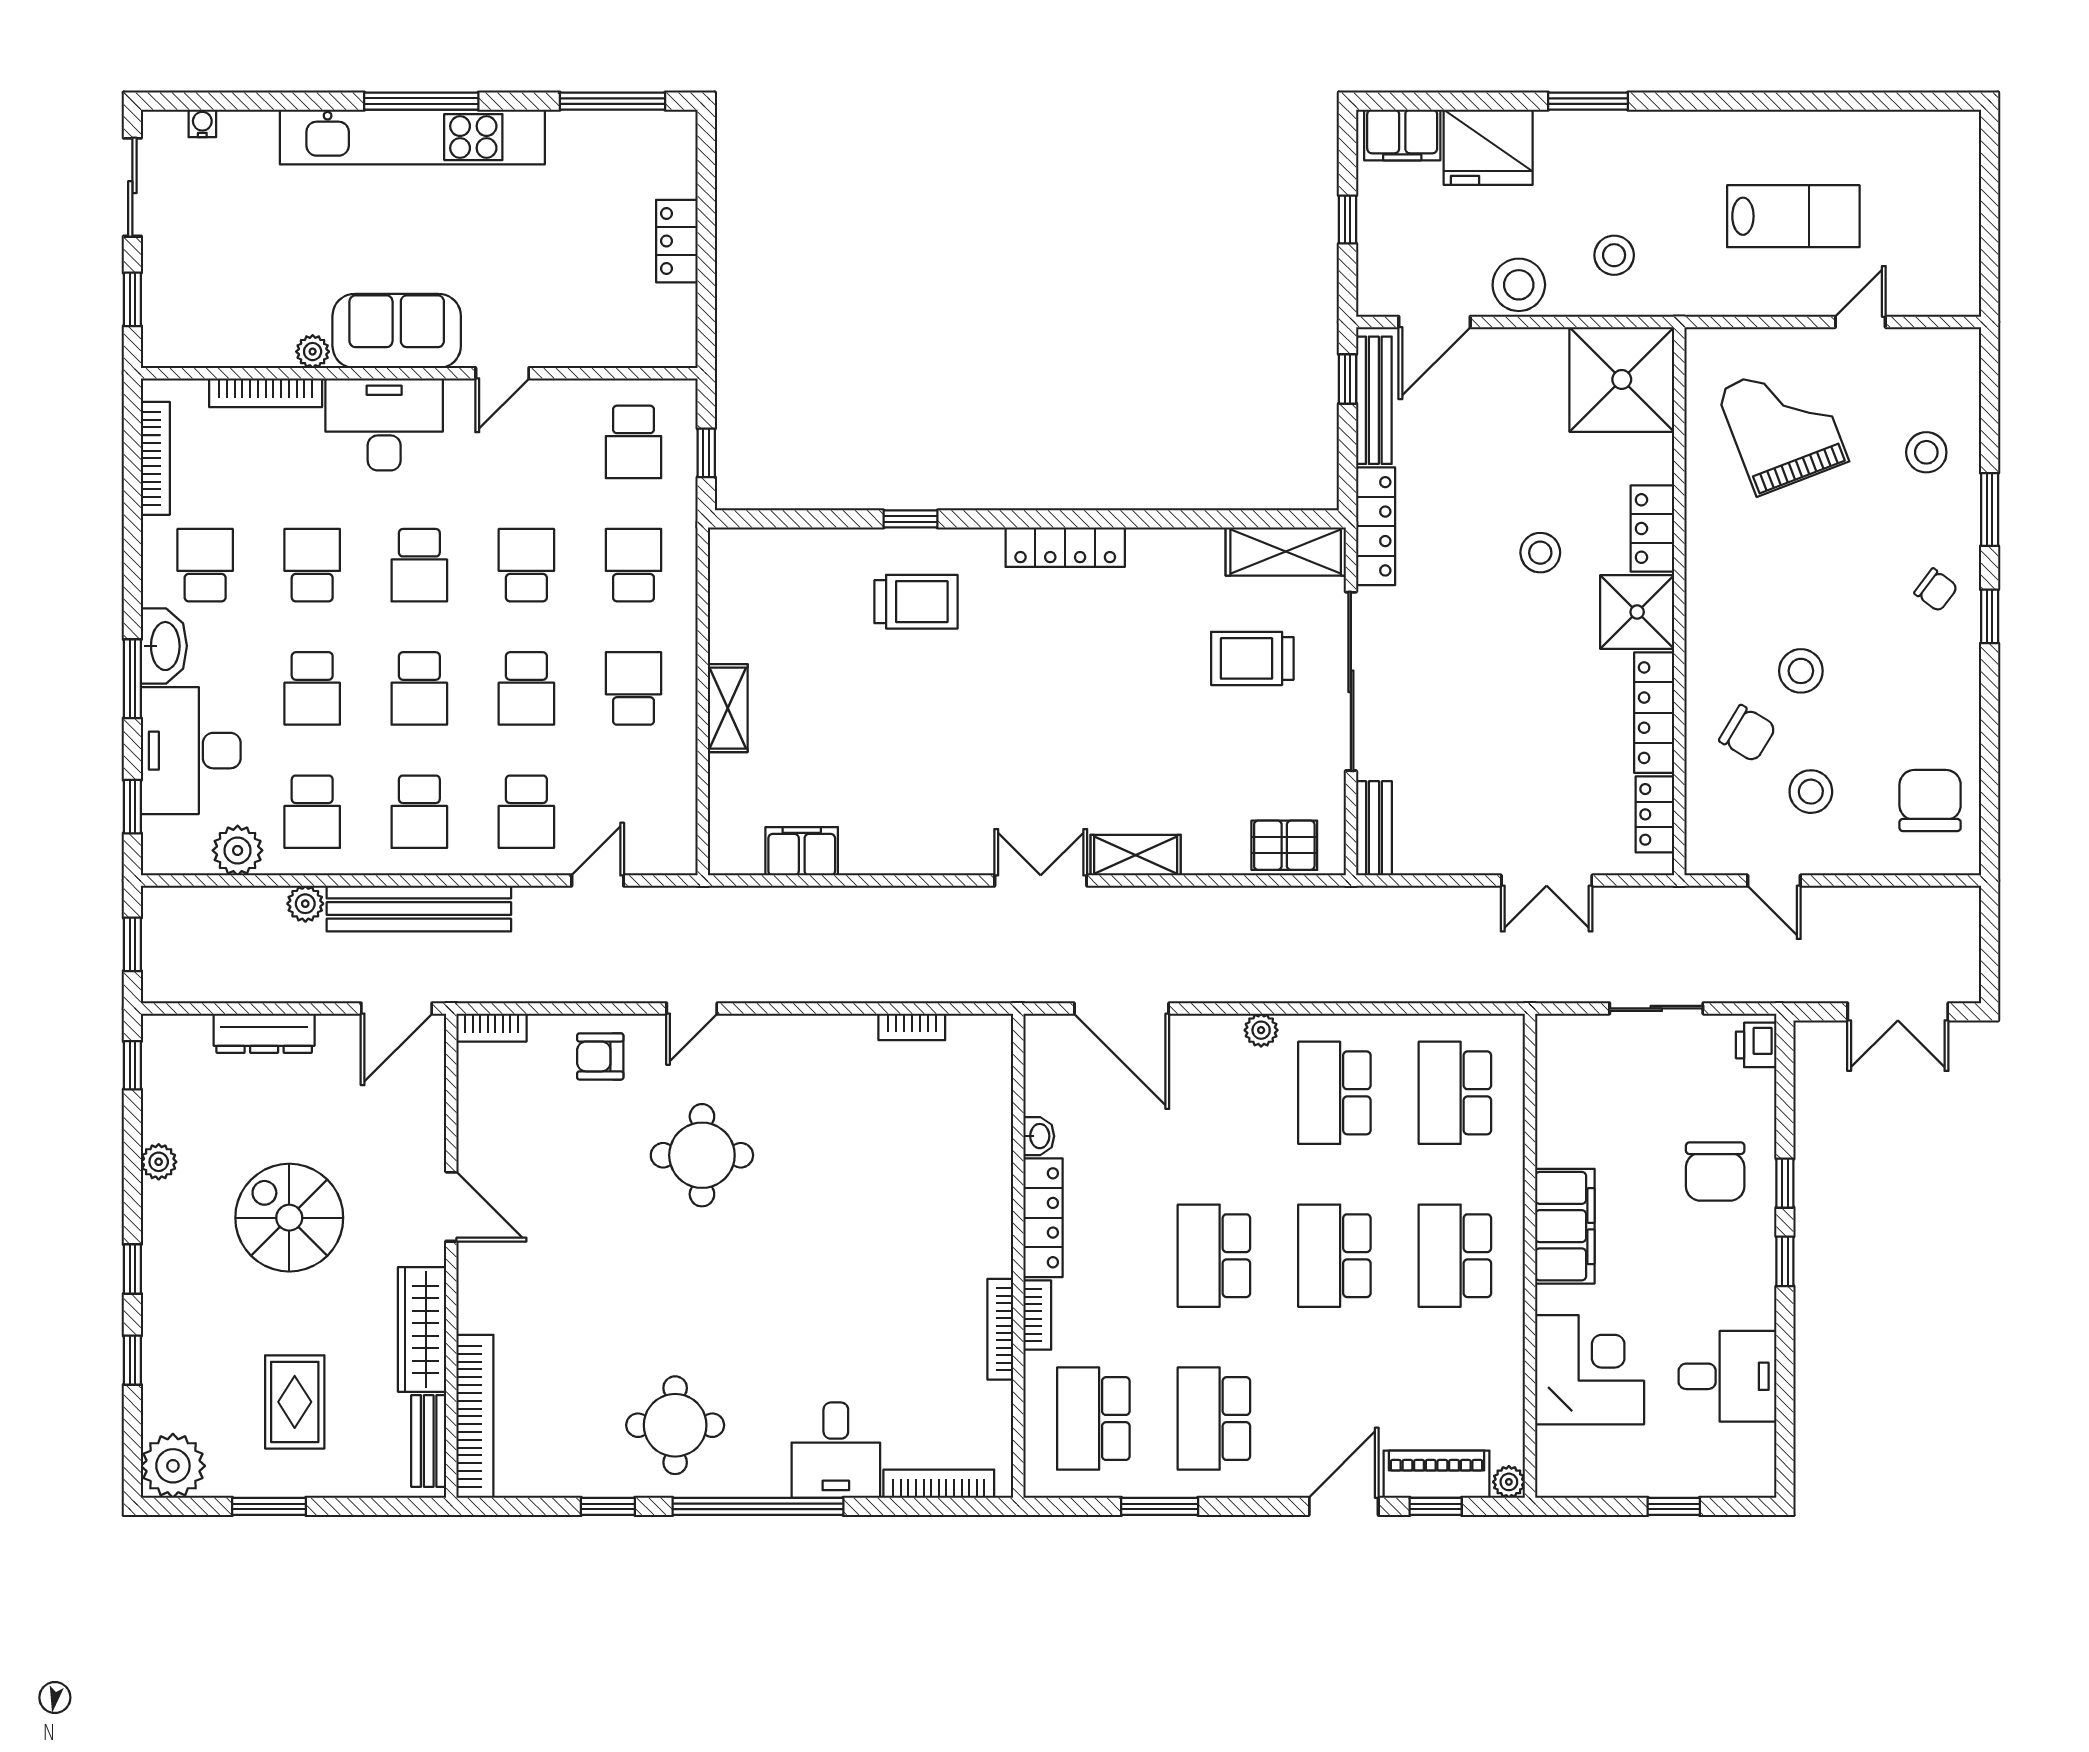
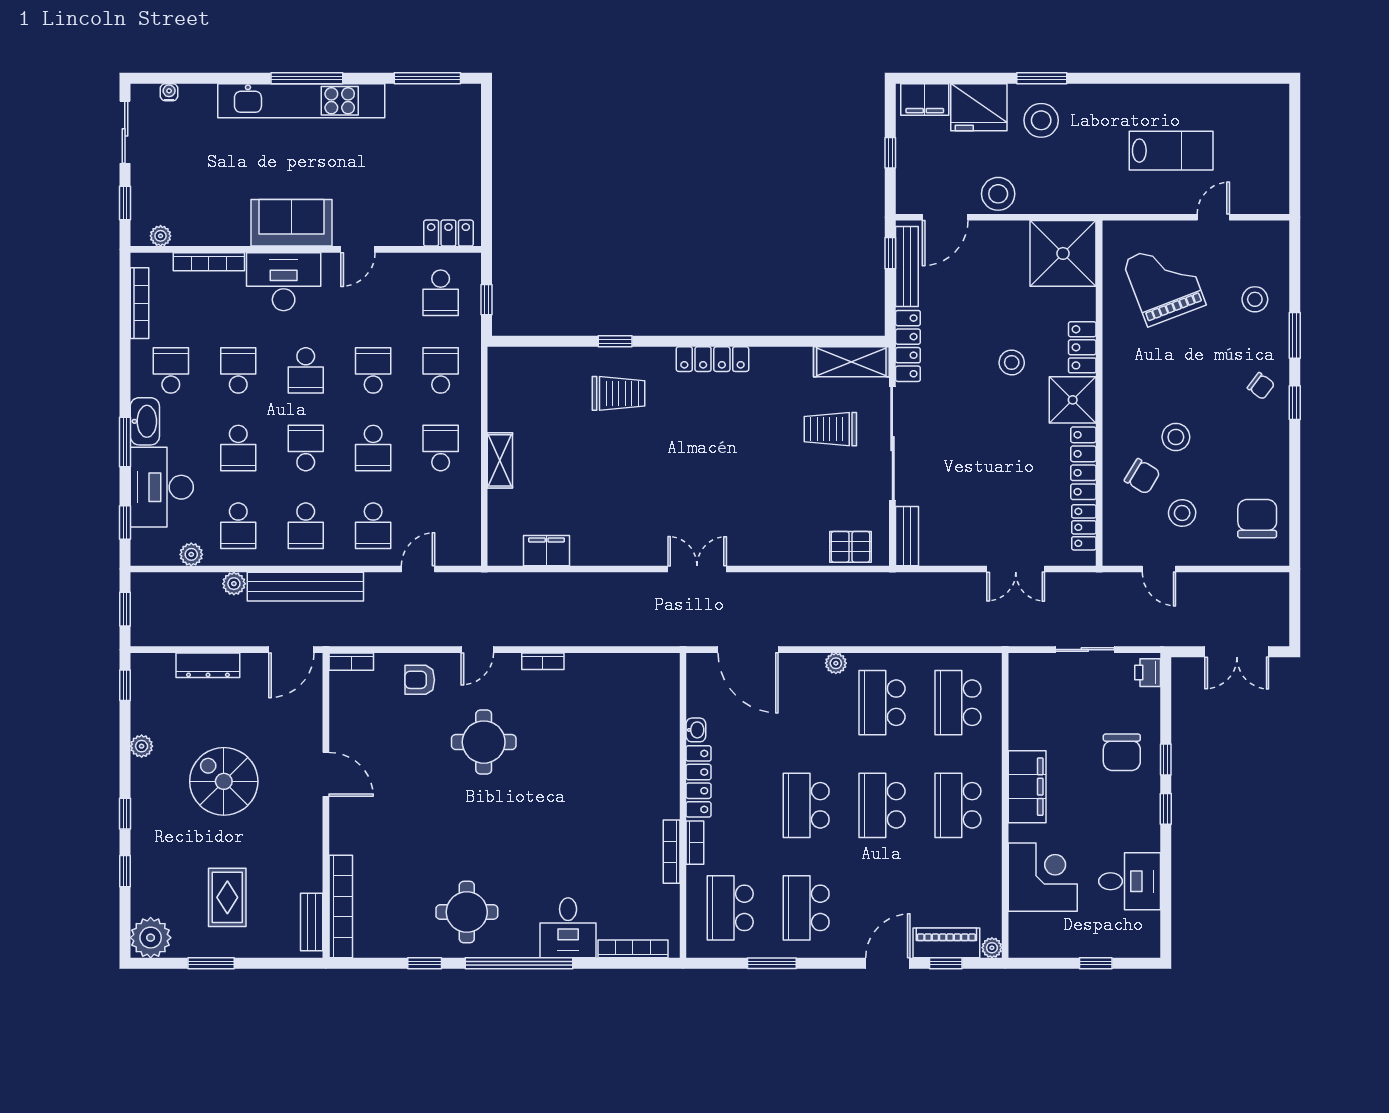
locker: (677, 241) -> (448, 233), moved, turned 90
stool: (1614, 255) -> (1041, 120), moved, width x1.38, depth x1.38
plant: (313, 352) -> (161, 236), moved
school desk: (419, 688) -> (306, 448), turned 180
plant: (238, 850) -> (191, 554), width x0.73, depth x0.73
shelving: (1136, 855) -> (757, 553), removed
bookcase: (912, 1027) -> (543, 661), moved
wardrobe: (422, 1329) -> (307, 852), removed

